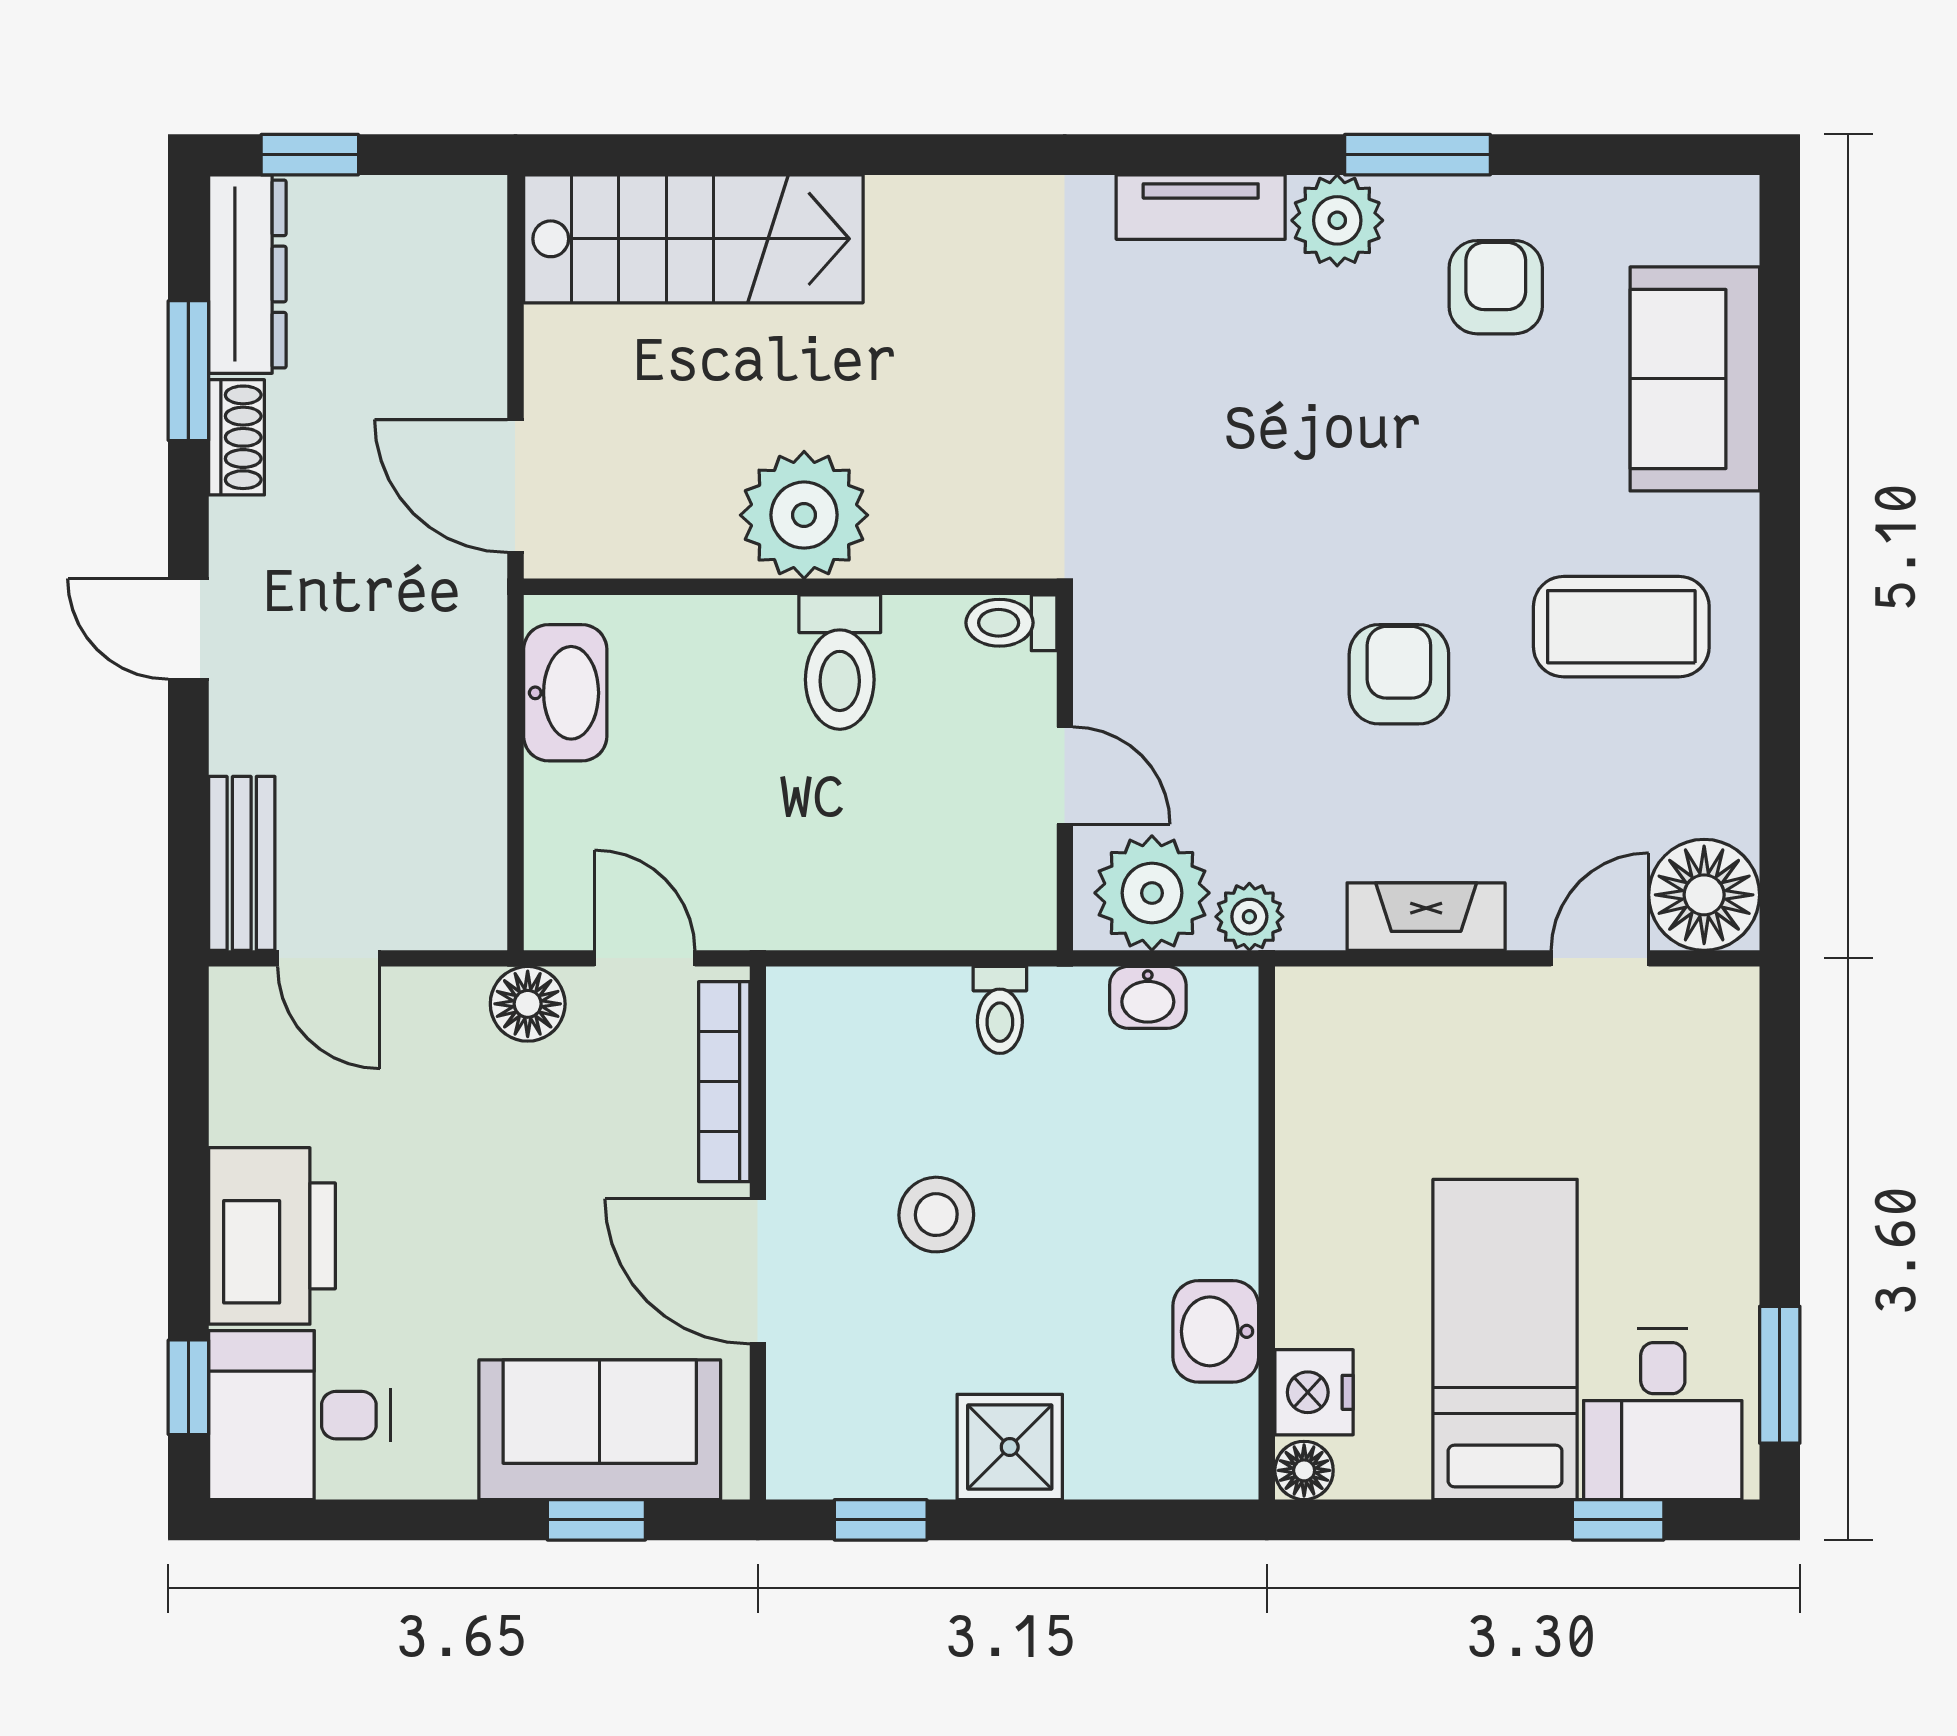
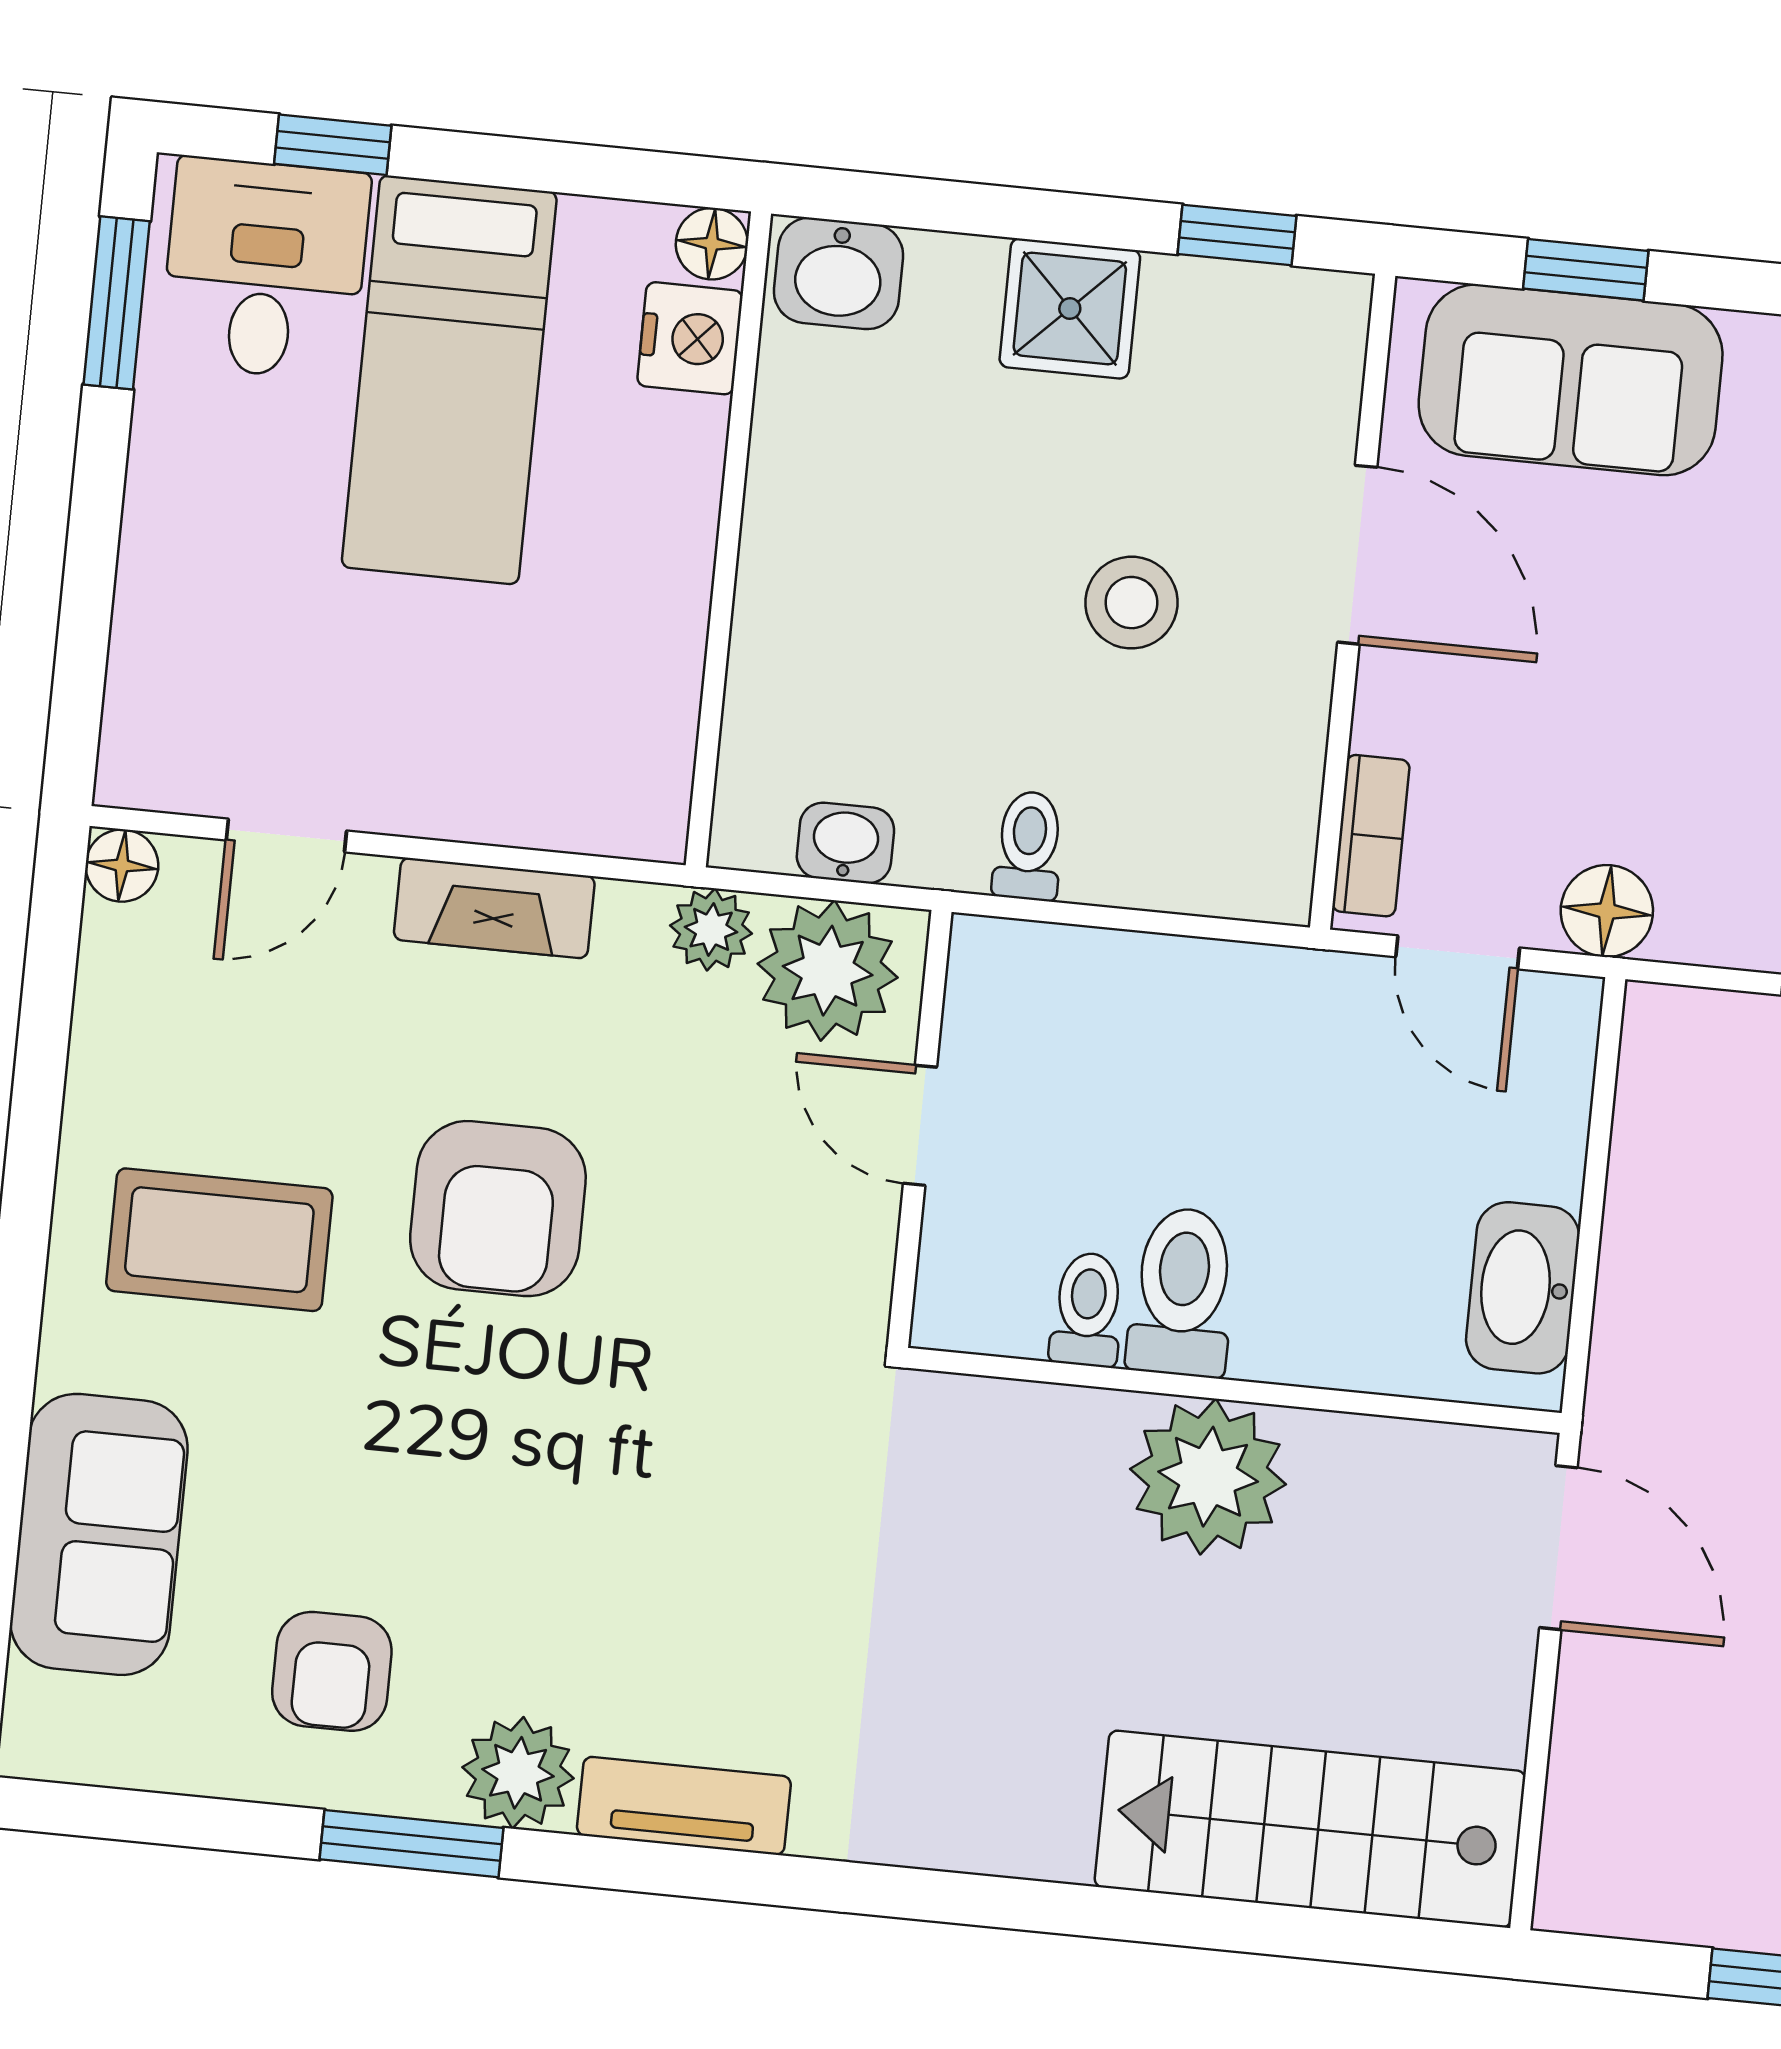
toilet: (1011, 623) -> (1087, 1309), moved, turned -90
armchair: (1399, 674) -> (498, 1209), width x1.38, depth x1.38
floor lamp: (1704, 895) -> (122, 866), width x0.53, depth x0.53
bookcase: (724, 1082) -> (1371, 836), width x0.64
washbasin: (1216, 1331) -> (839, 273), moved, turned 90

